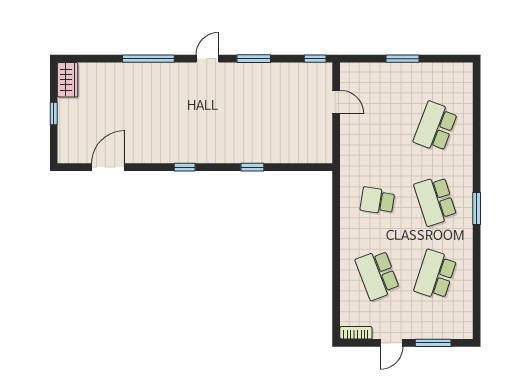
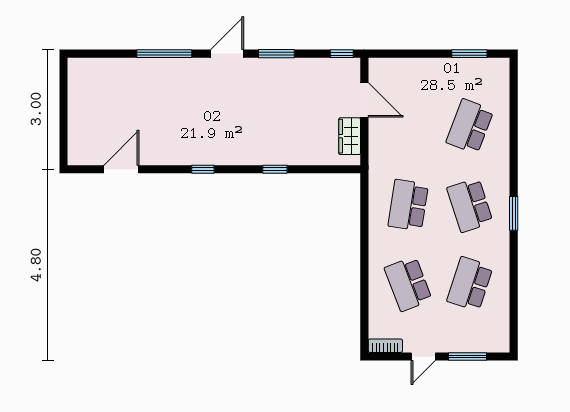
door: (207, 59) -> (227, 54), width x1.38
window: (403, 59) -> (469, 54), moved
wardrobe: (68, 80) -> (350, 136), moved, turned 180
door: (336, 102) -> (364, 100), width x1.38
window: (54, 113) -> (64, 112), removed
school desk: (377, 201) -> (408, 205), width x1.85

